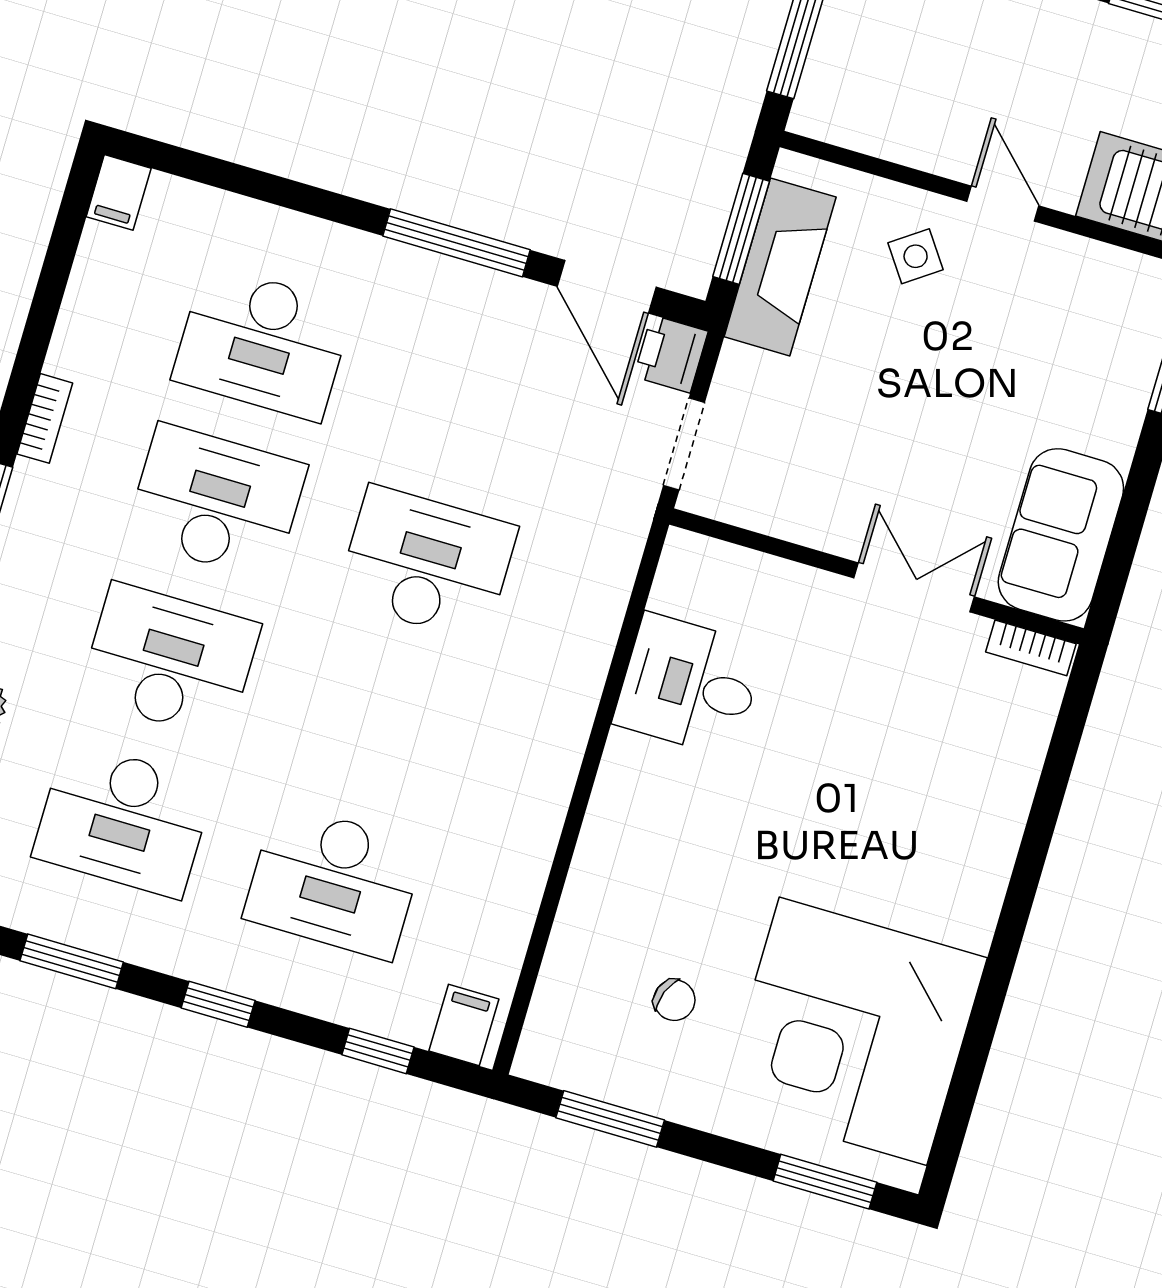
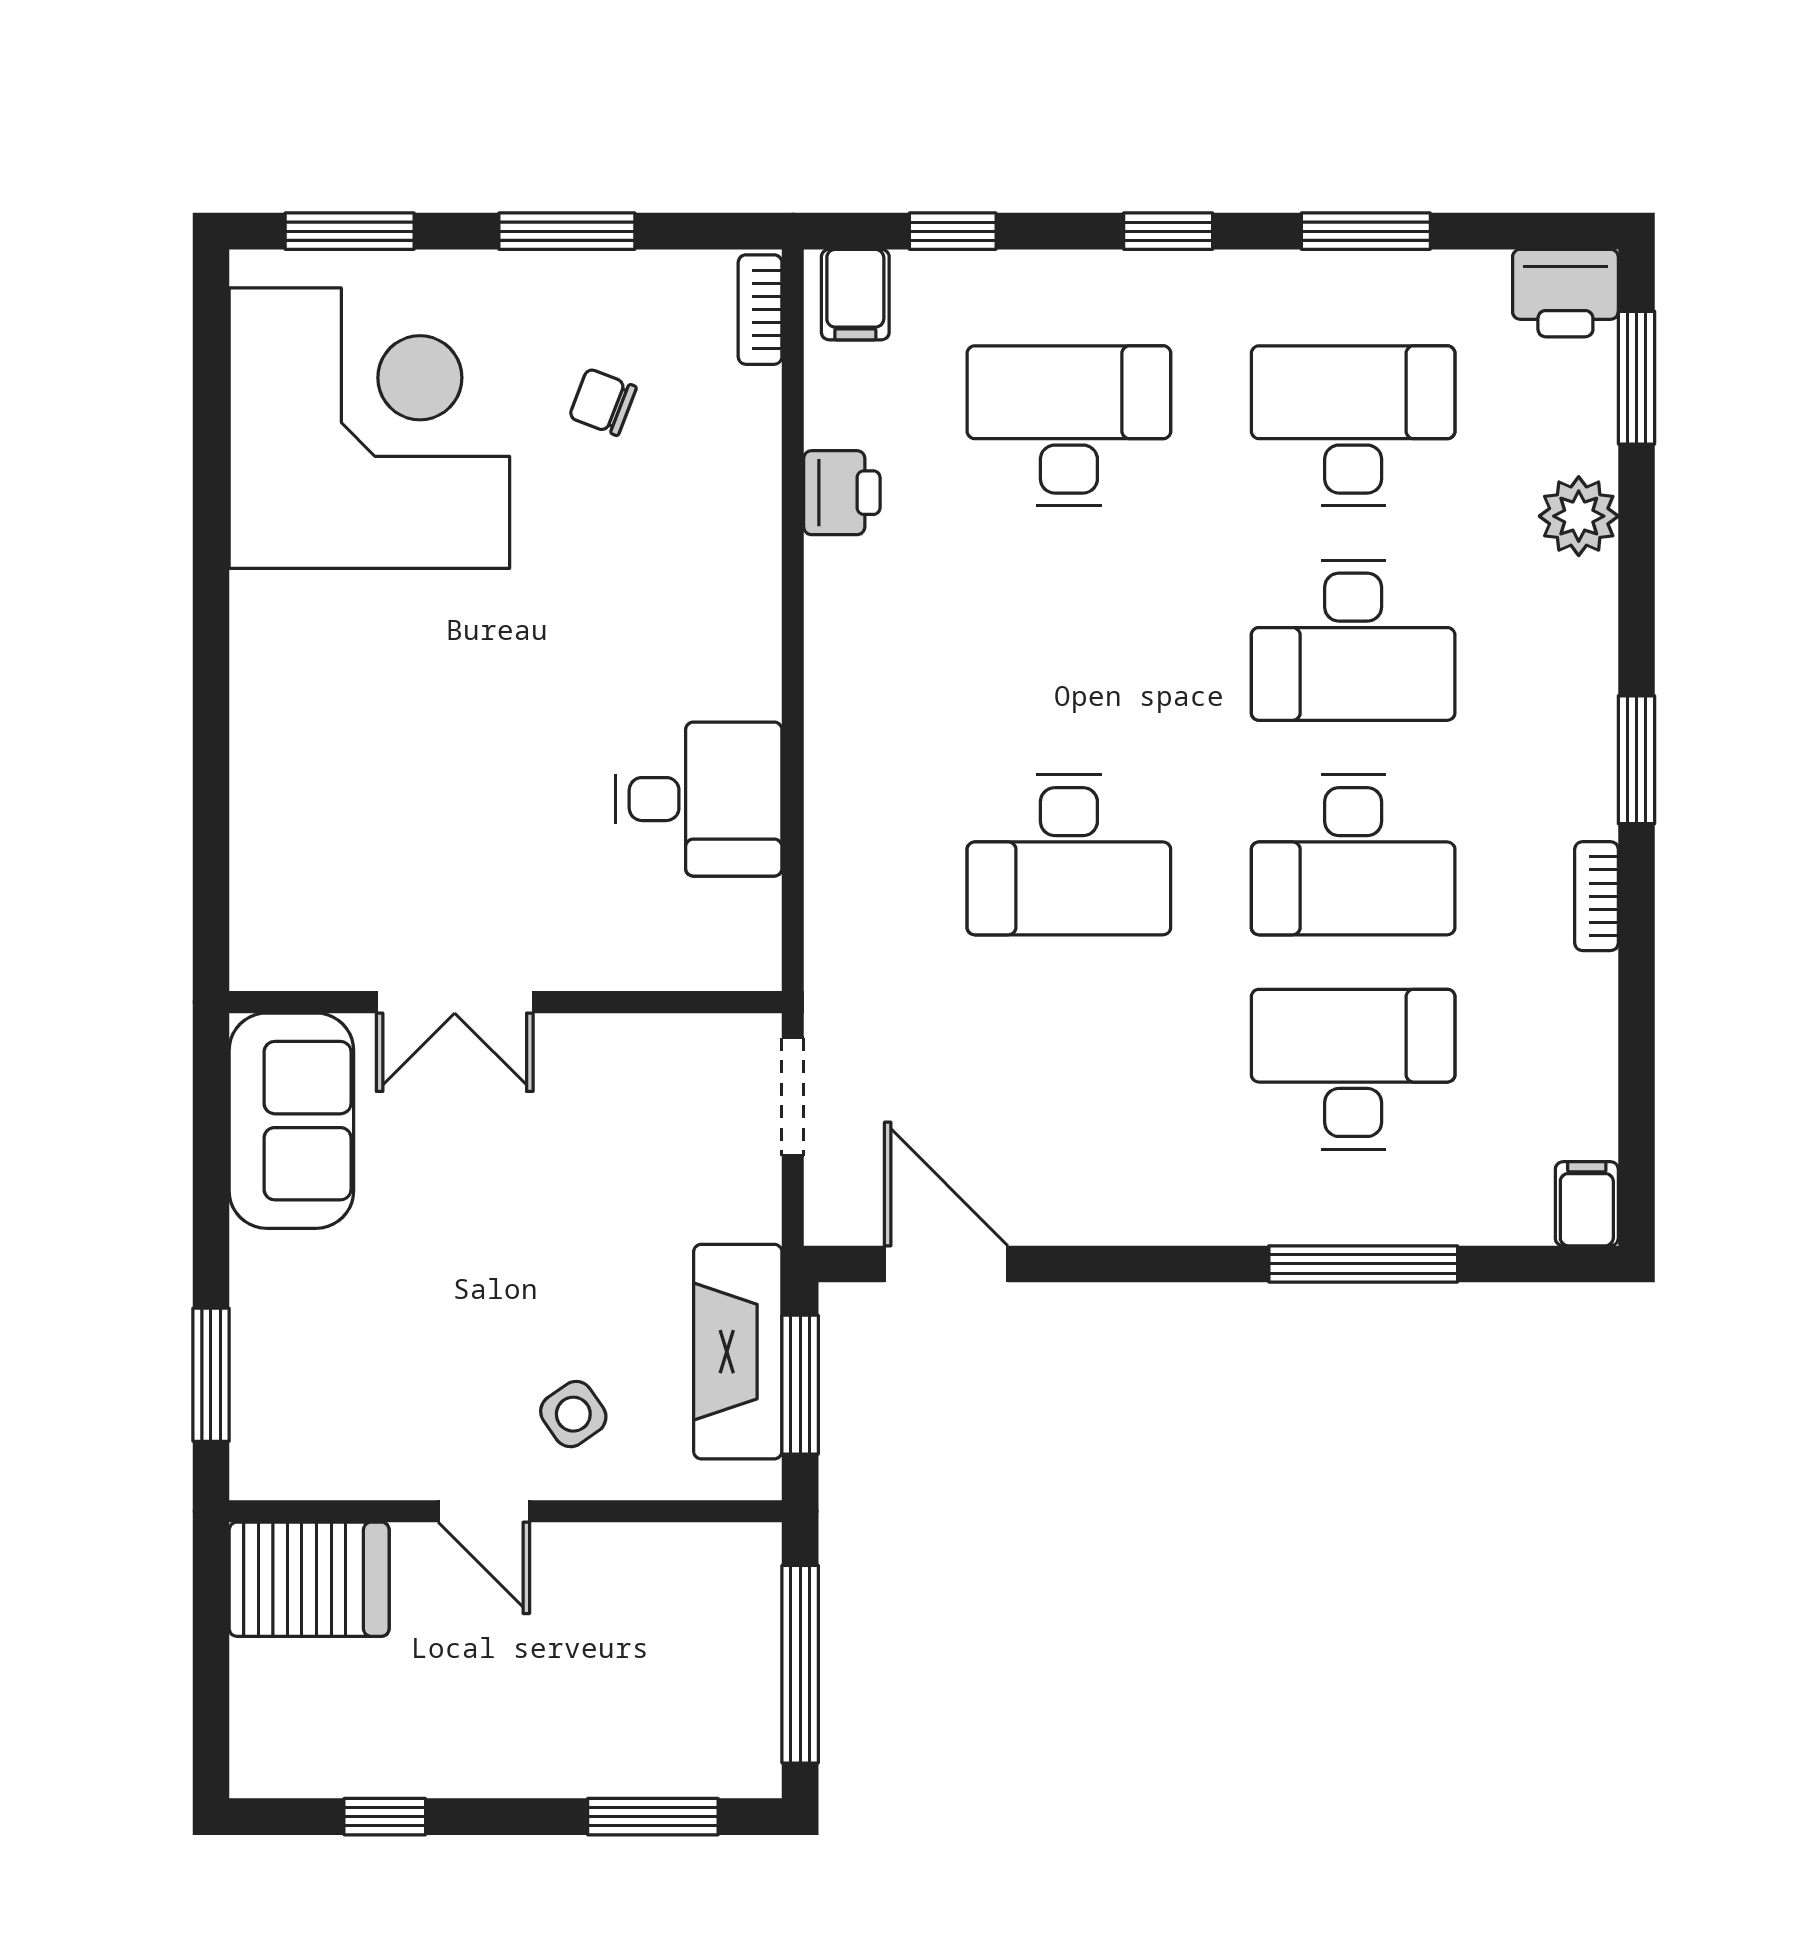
window: (456, 243) -> (1363, 1264), moved
printer: (671, 354) -> (842, 493), moved
bookcase: (1031, 648) -> (760, 310), moved, turned -90
window: (610, 1119) -> (567, 231), moved

